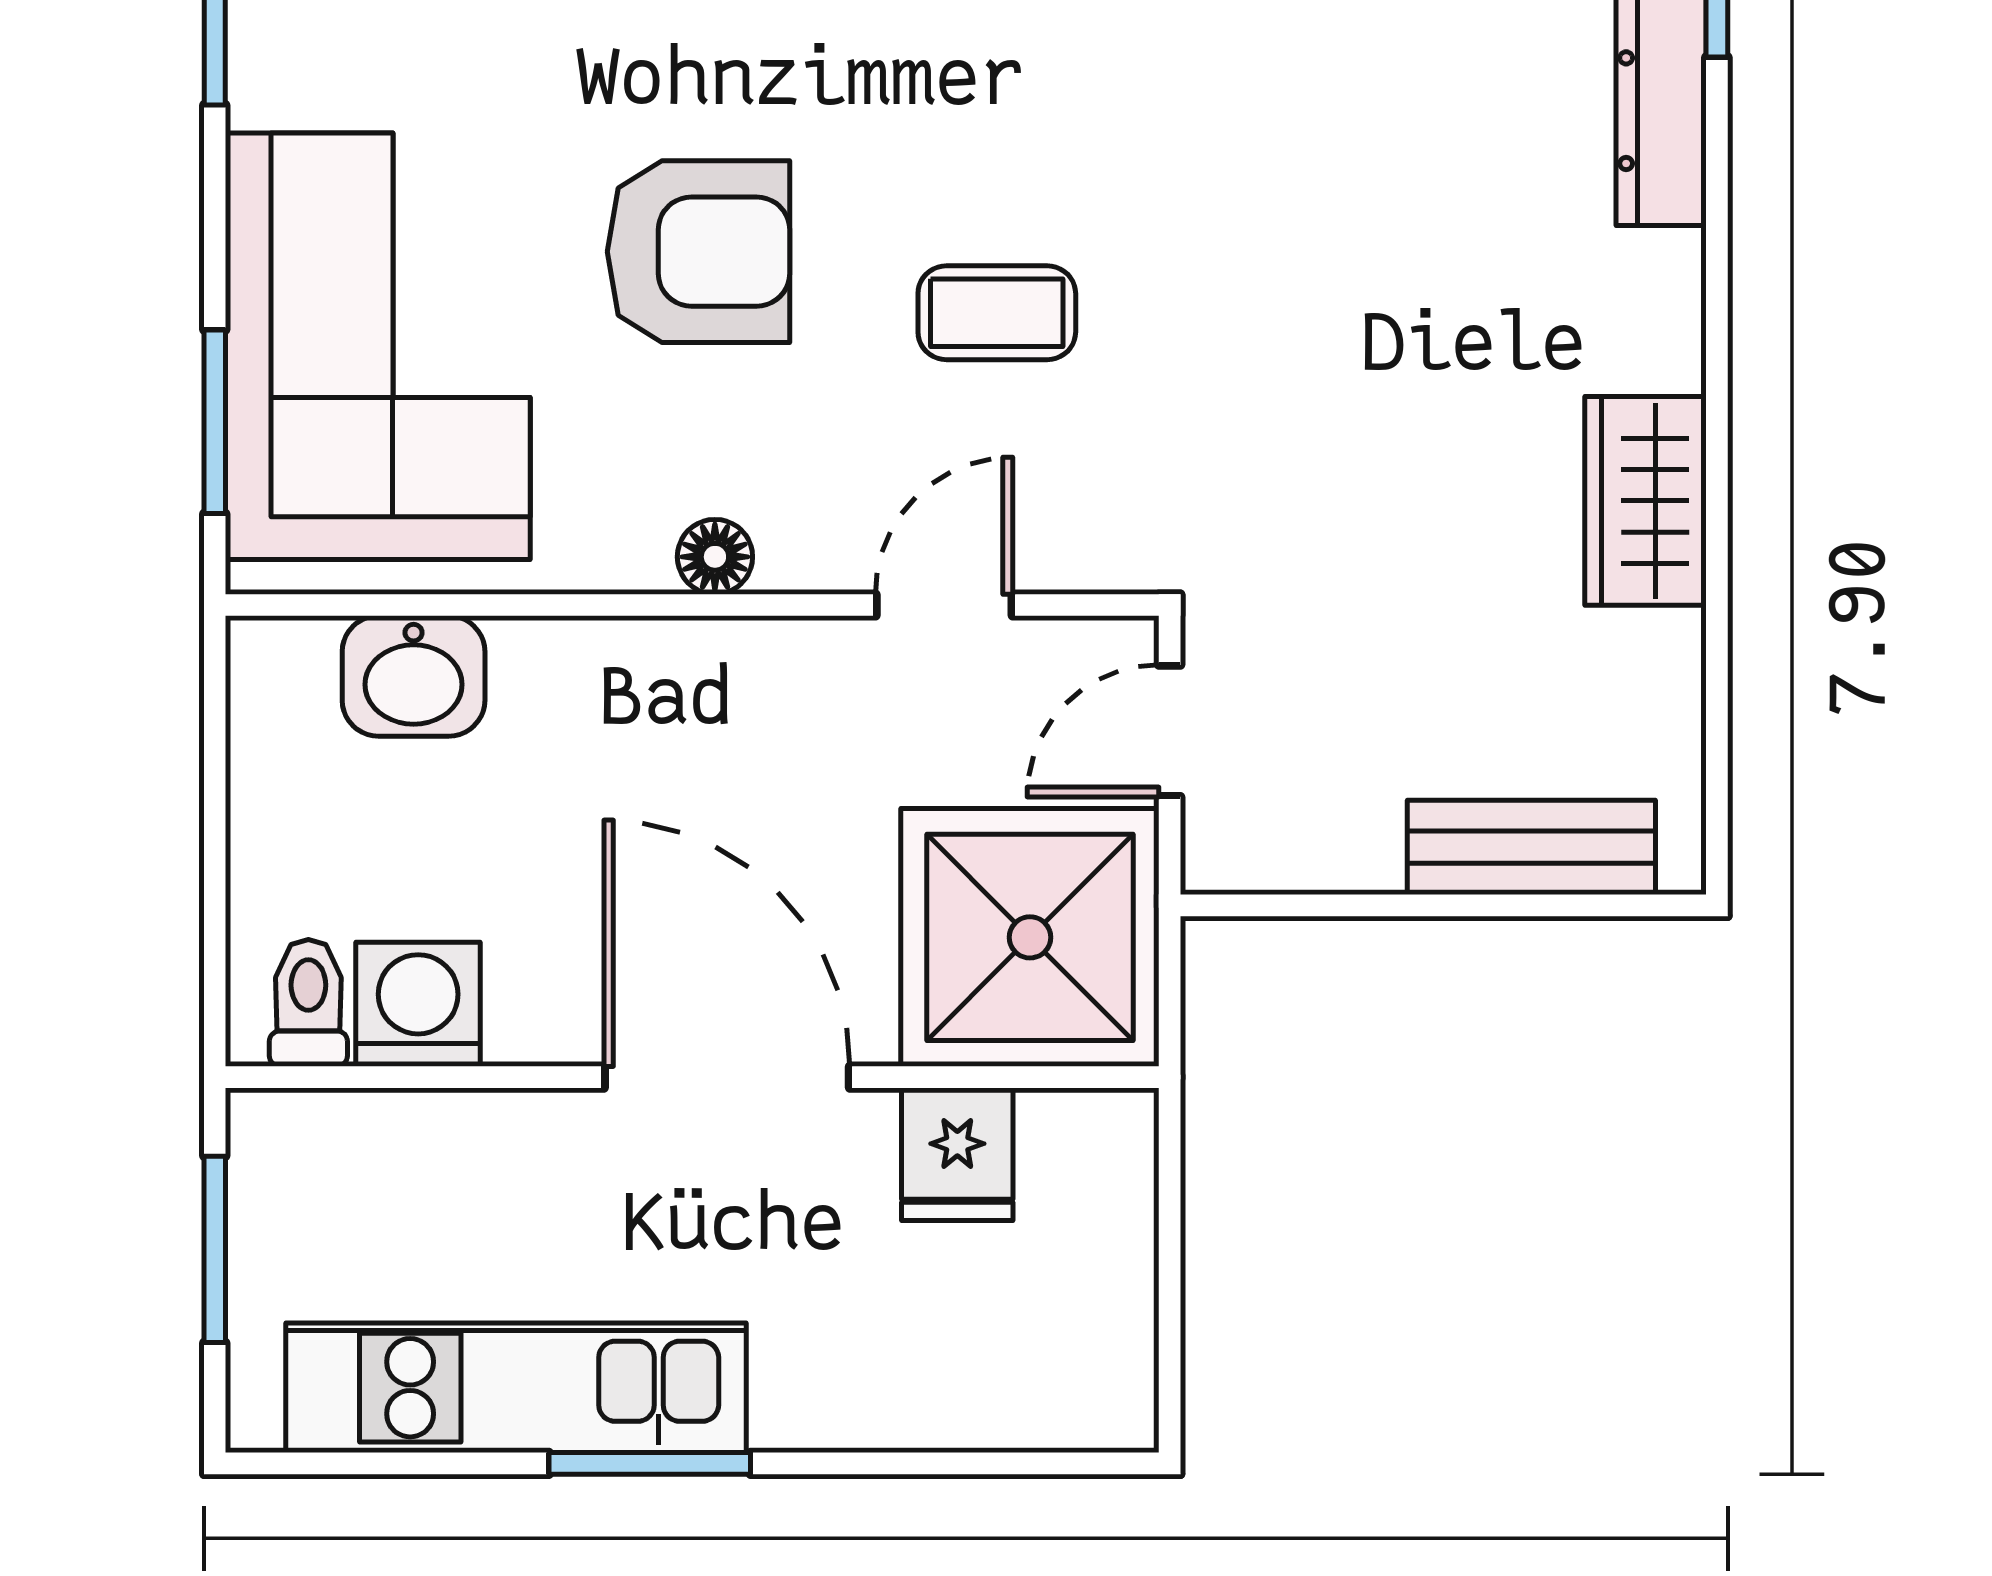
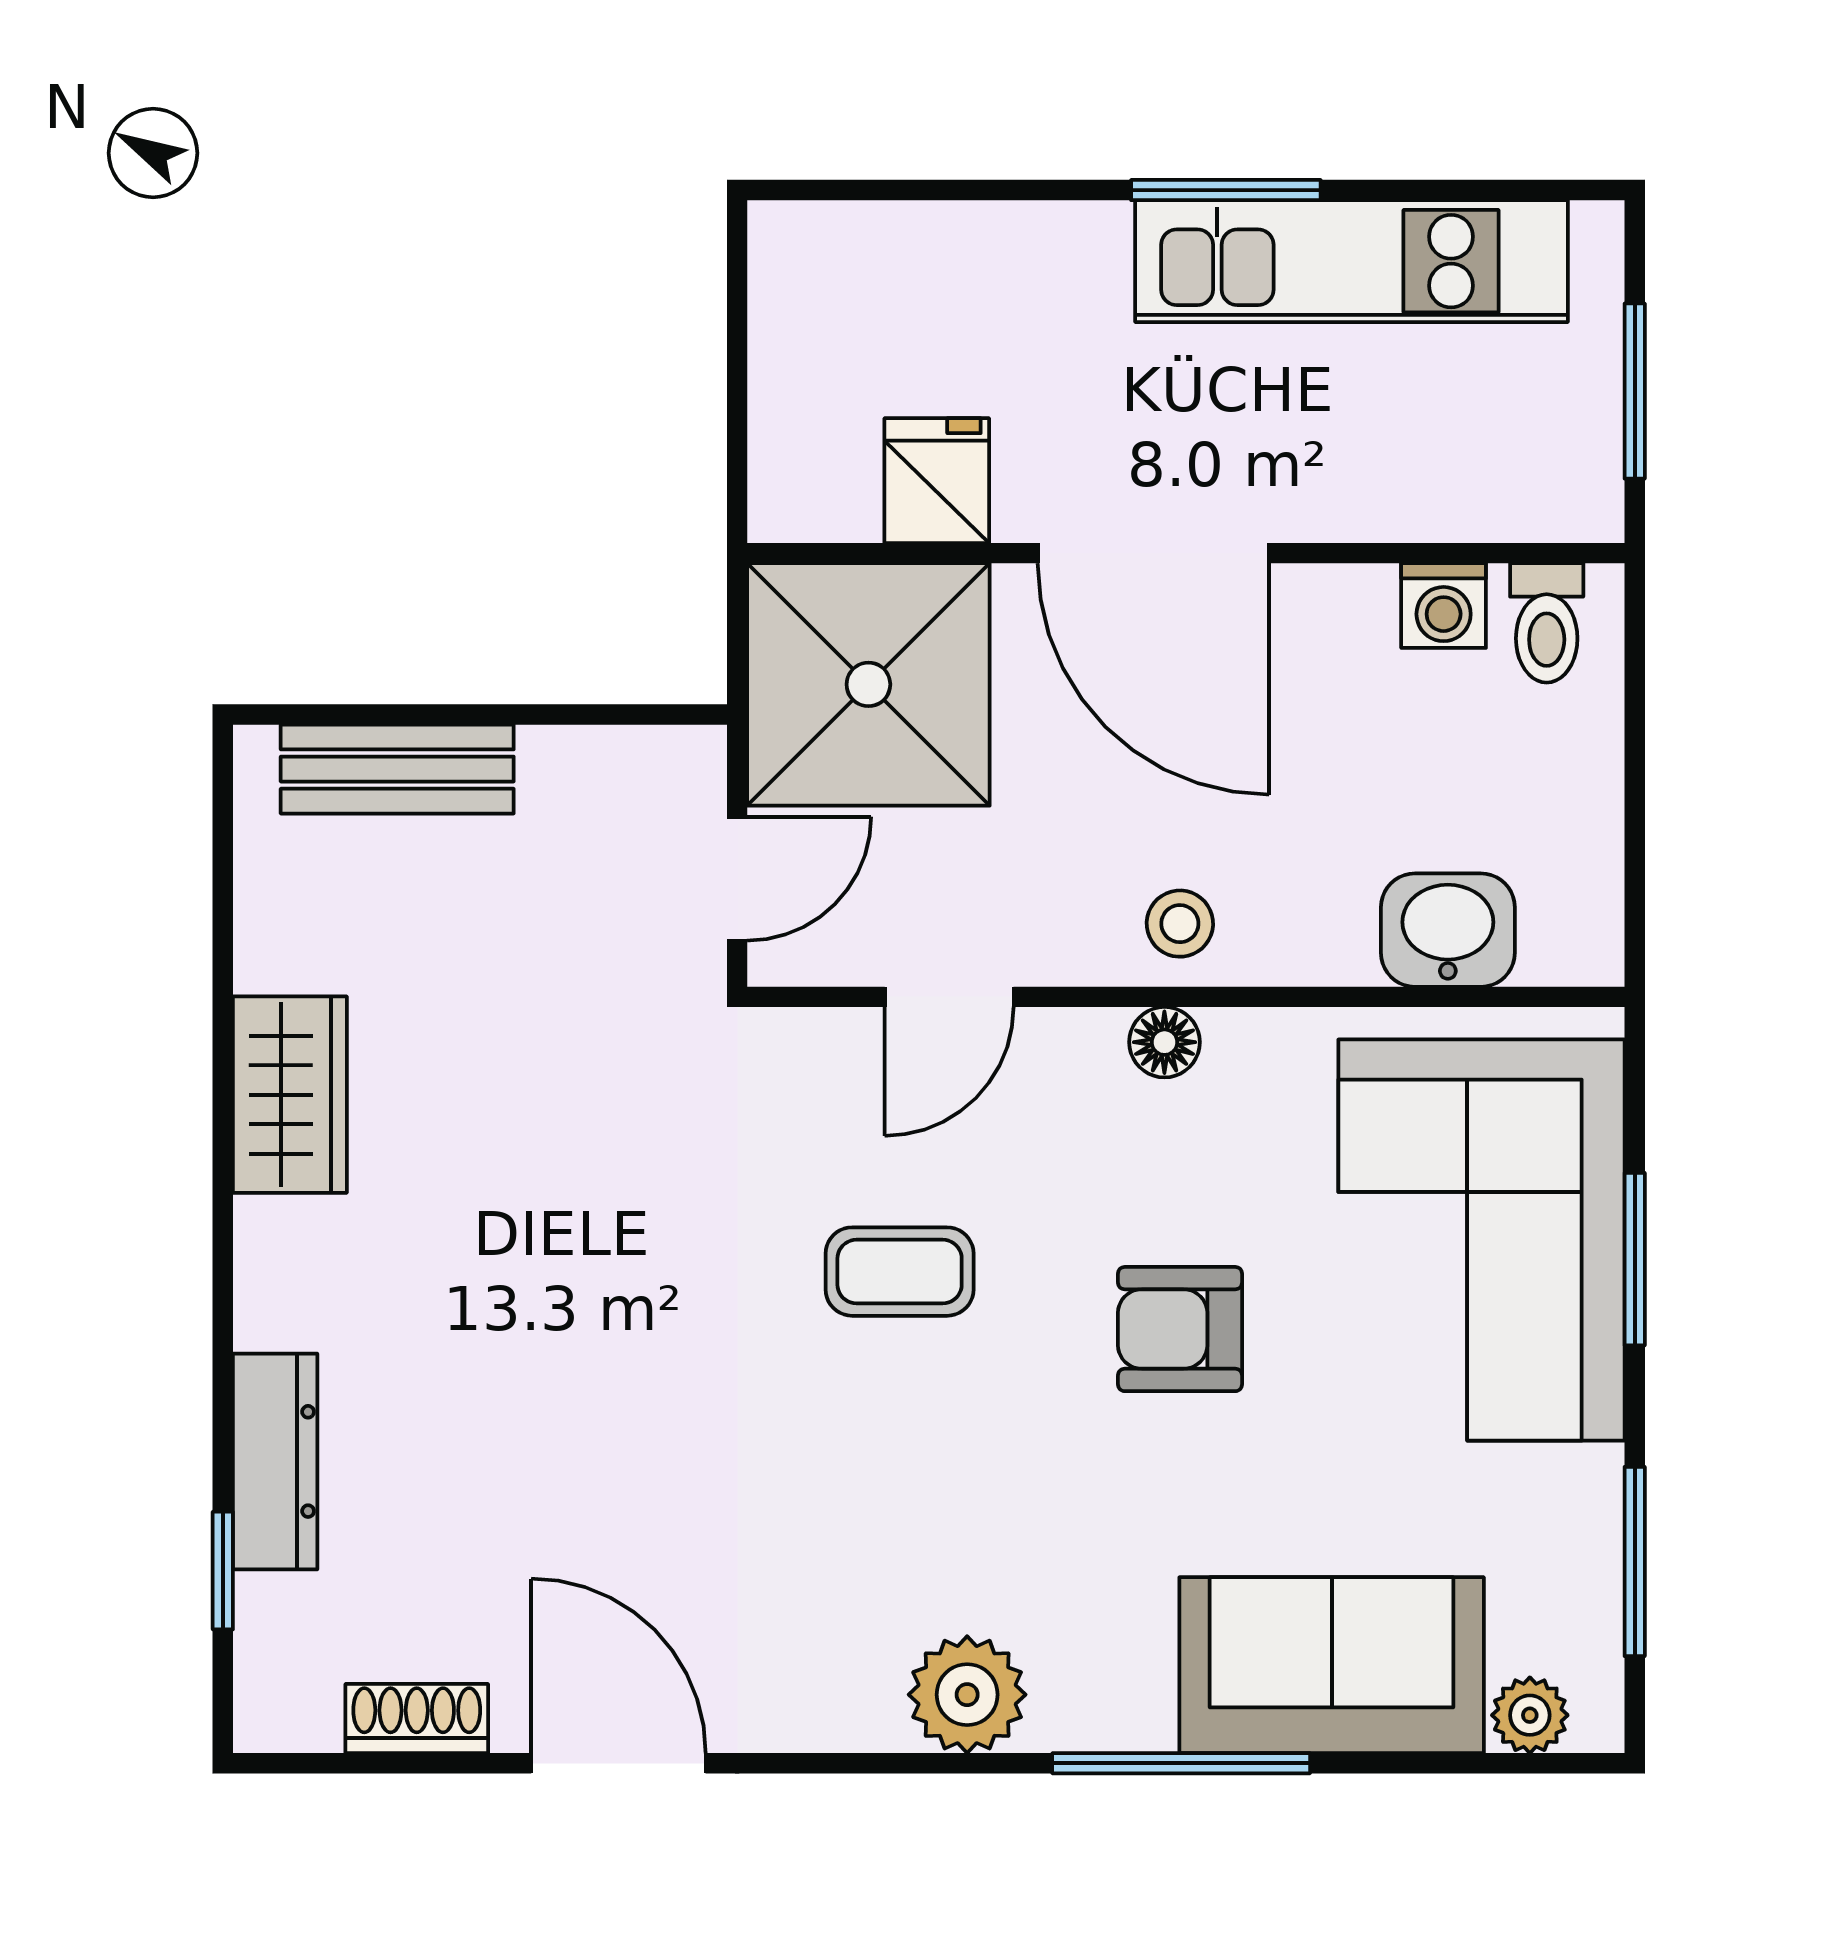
armchair: (698, 252) -> (1180, 1329), width x0.72, depth x0.72
window: (215, 422) -> (1635, 1259), moved
stool: (699, 683) -> (1180, 924), added
washing machine: (418, 1004) -> (1444, 606), width x0.73, depth x0.73

